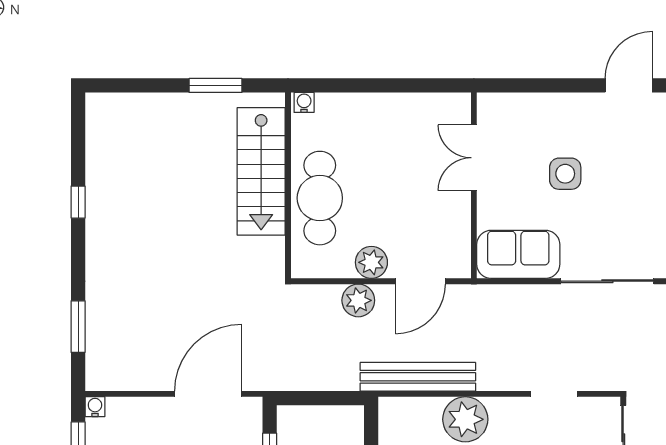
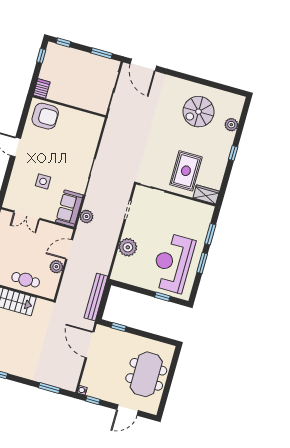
cafe table: (320, 198) -> (26, 280), width x0.73, depth x0.74
door: (420, 281) -> (69, 250), swing flipped
plant: (358, 300) -> (86, 217), moved
bench: (418, 377) -> (96, 297), moved

